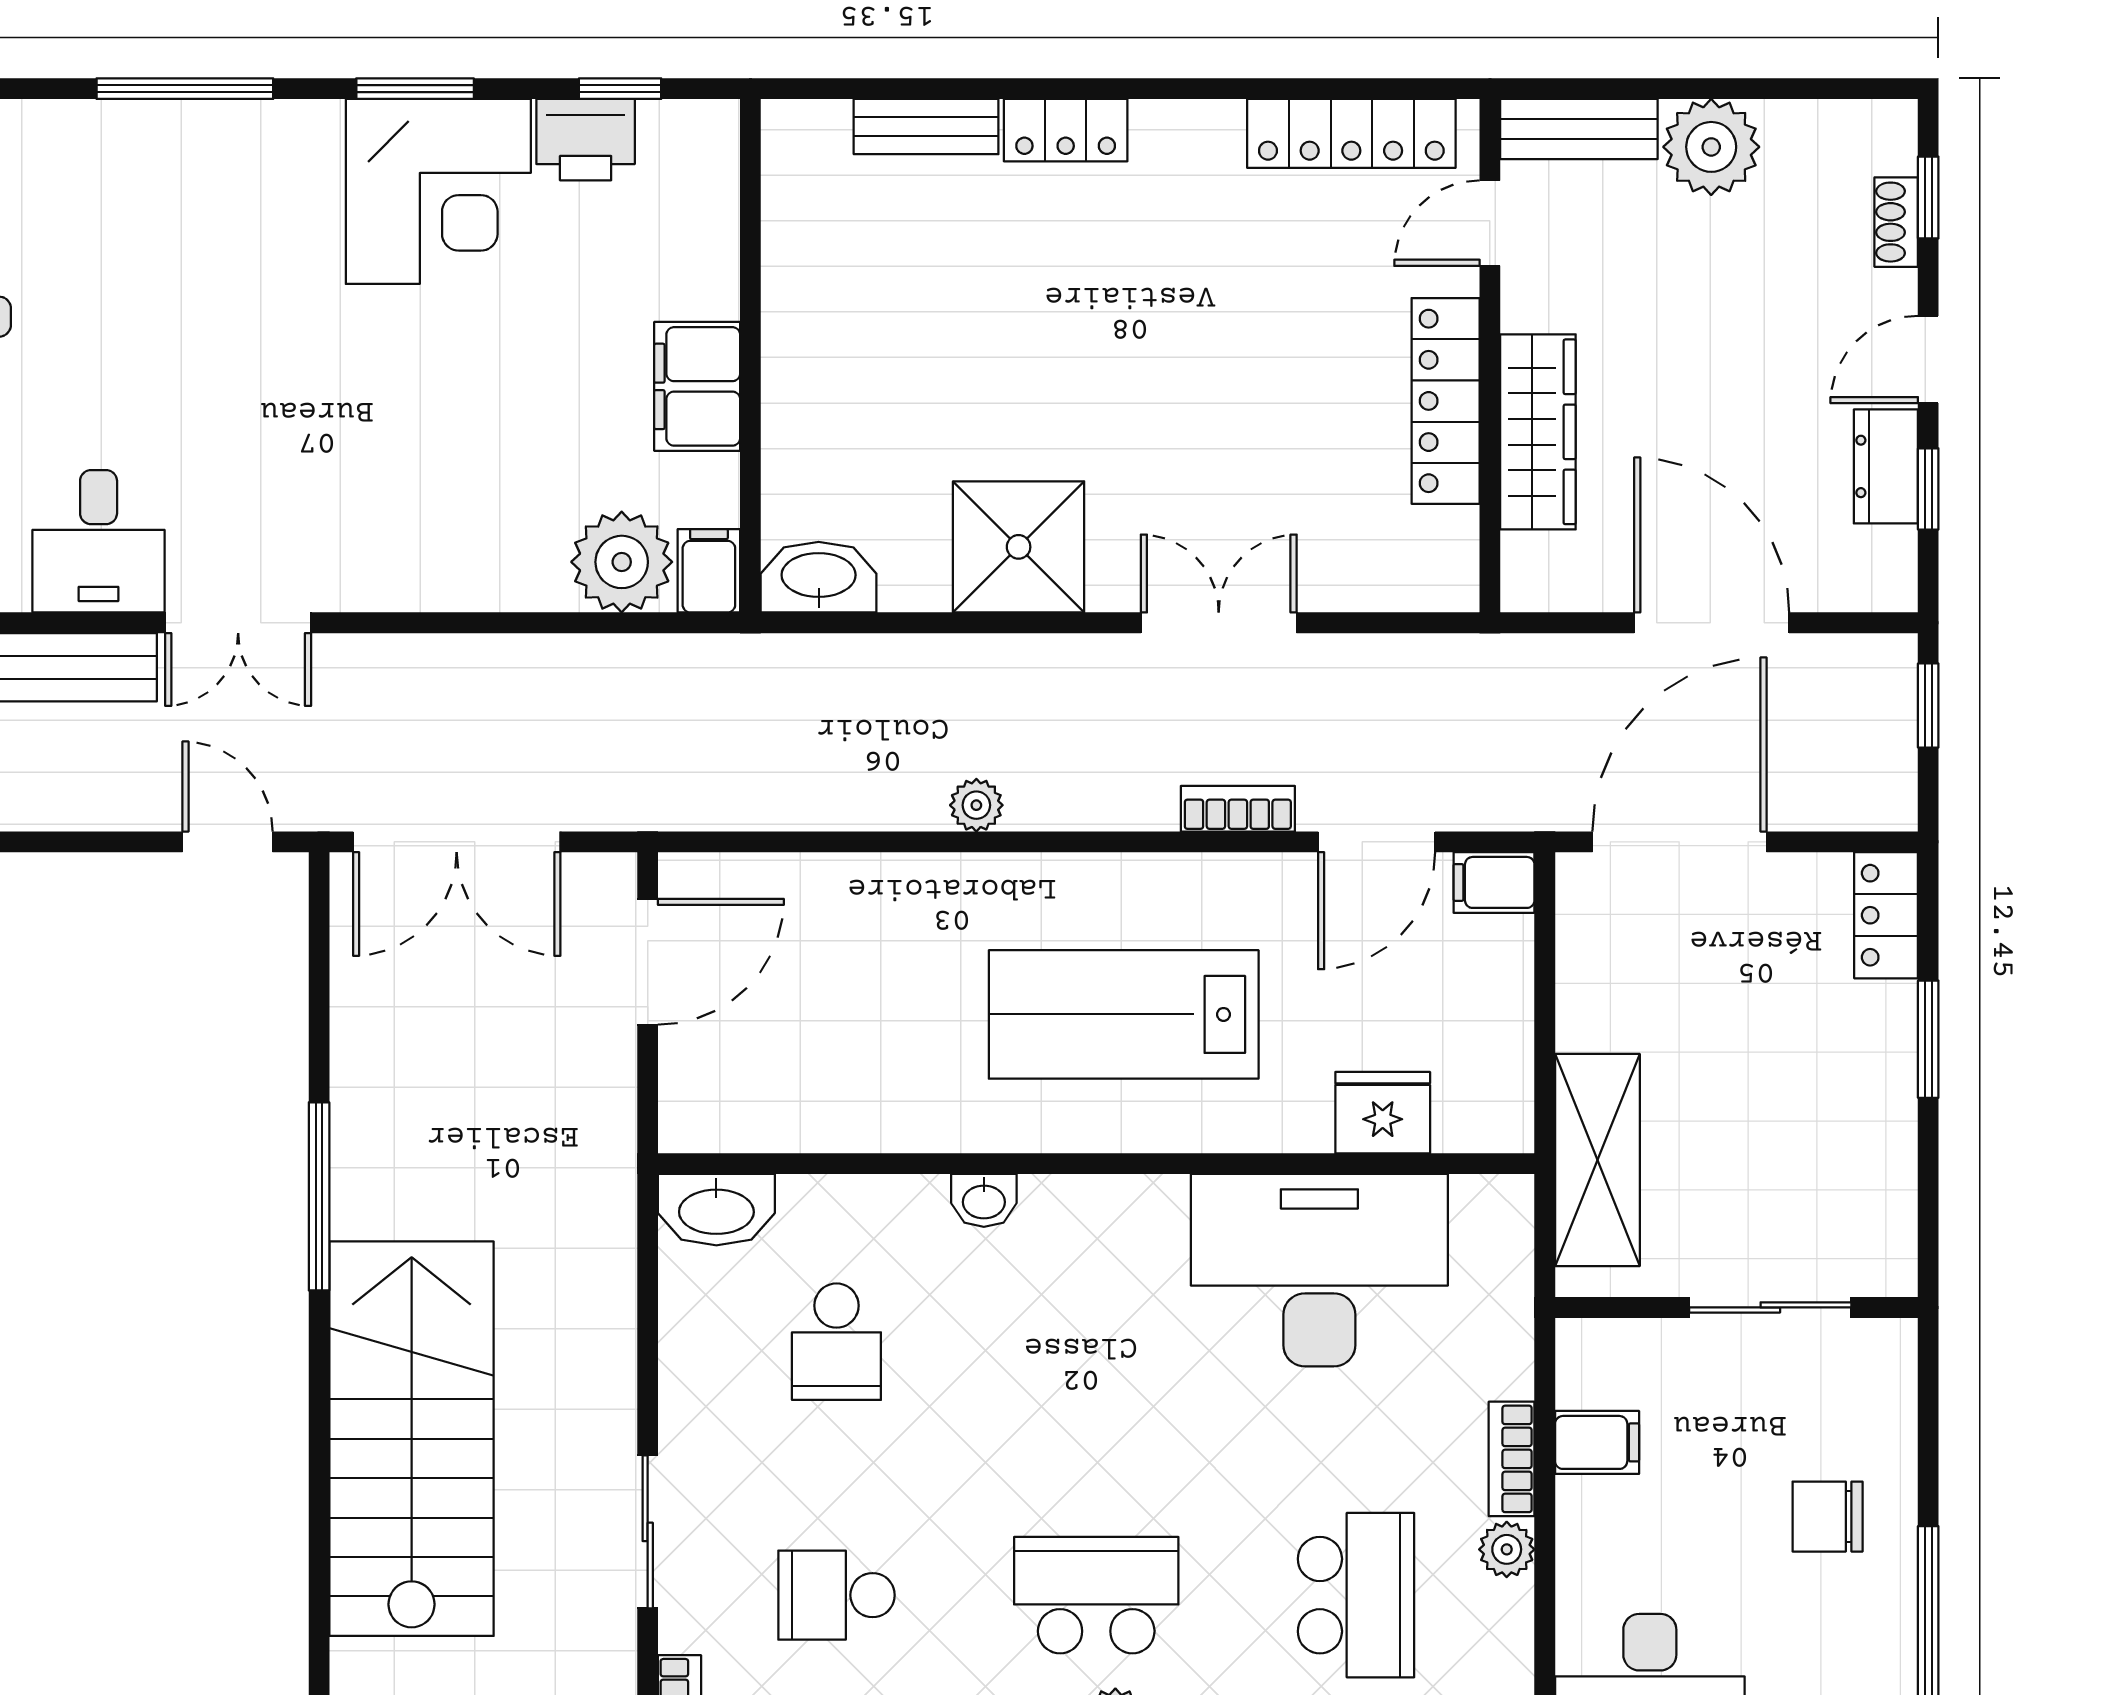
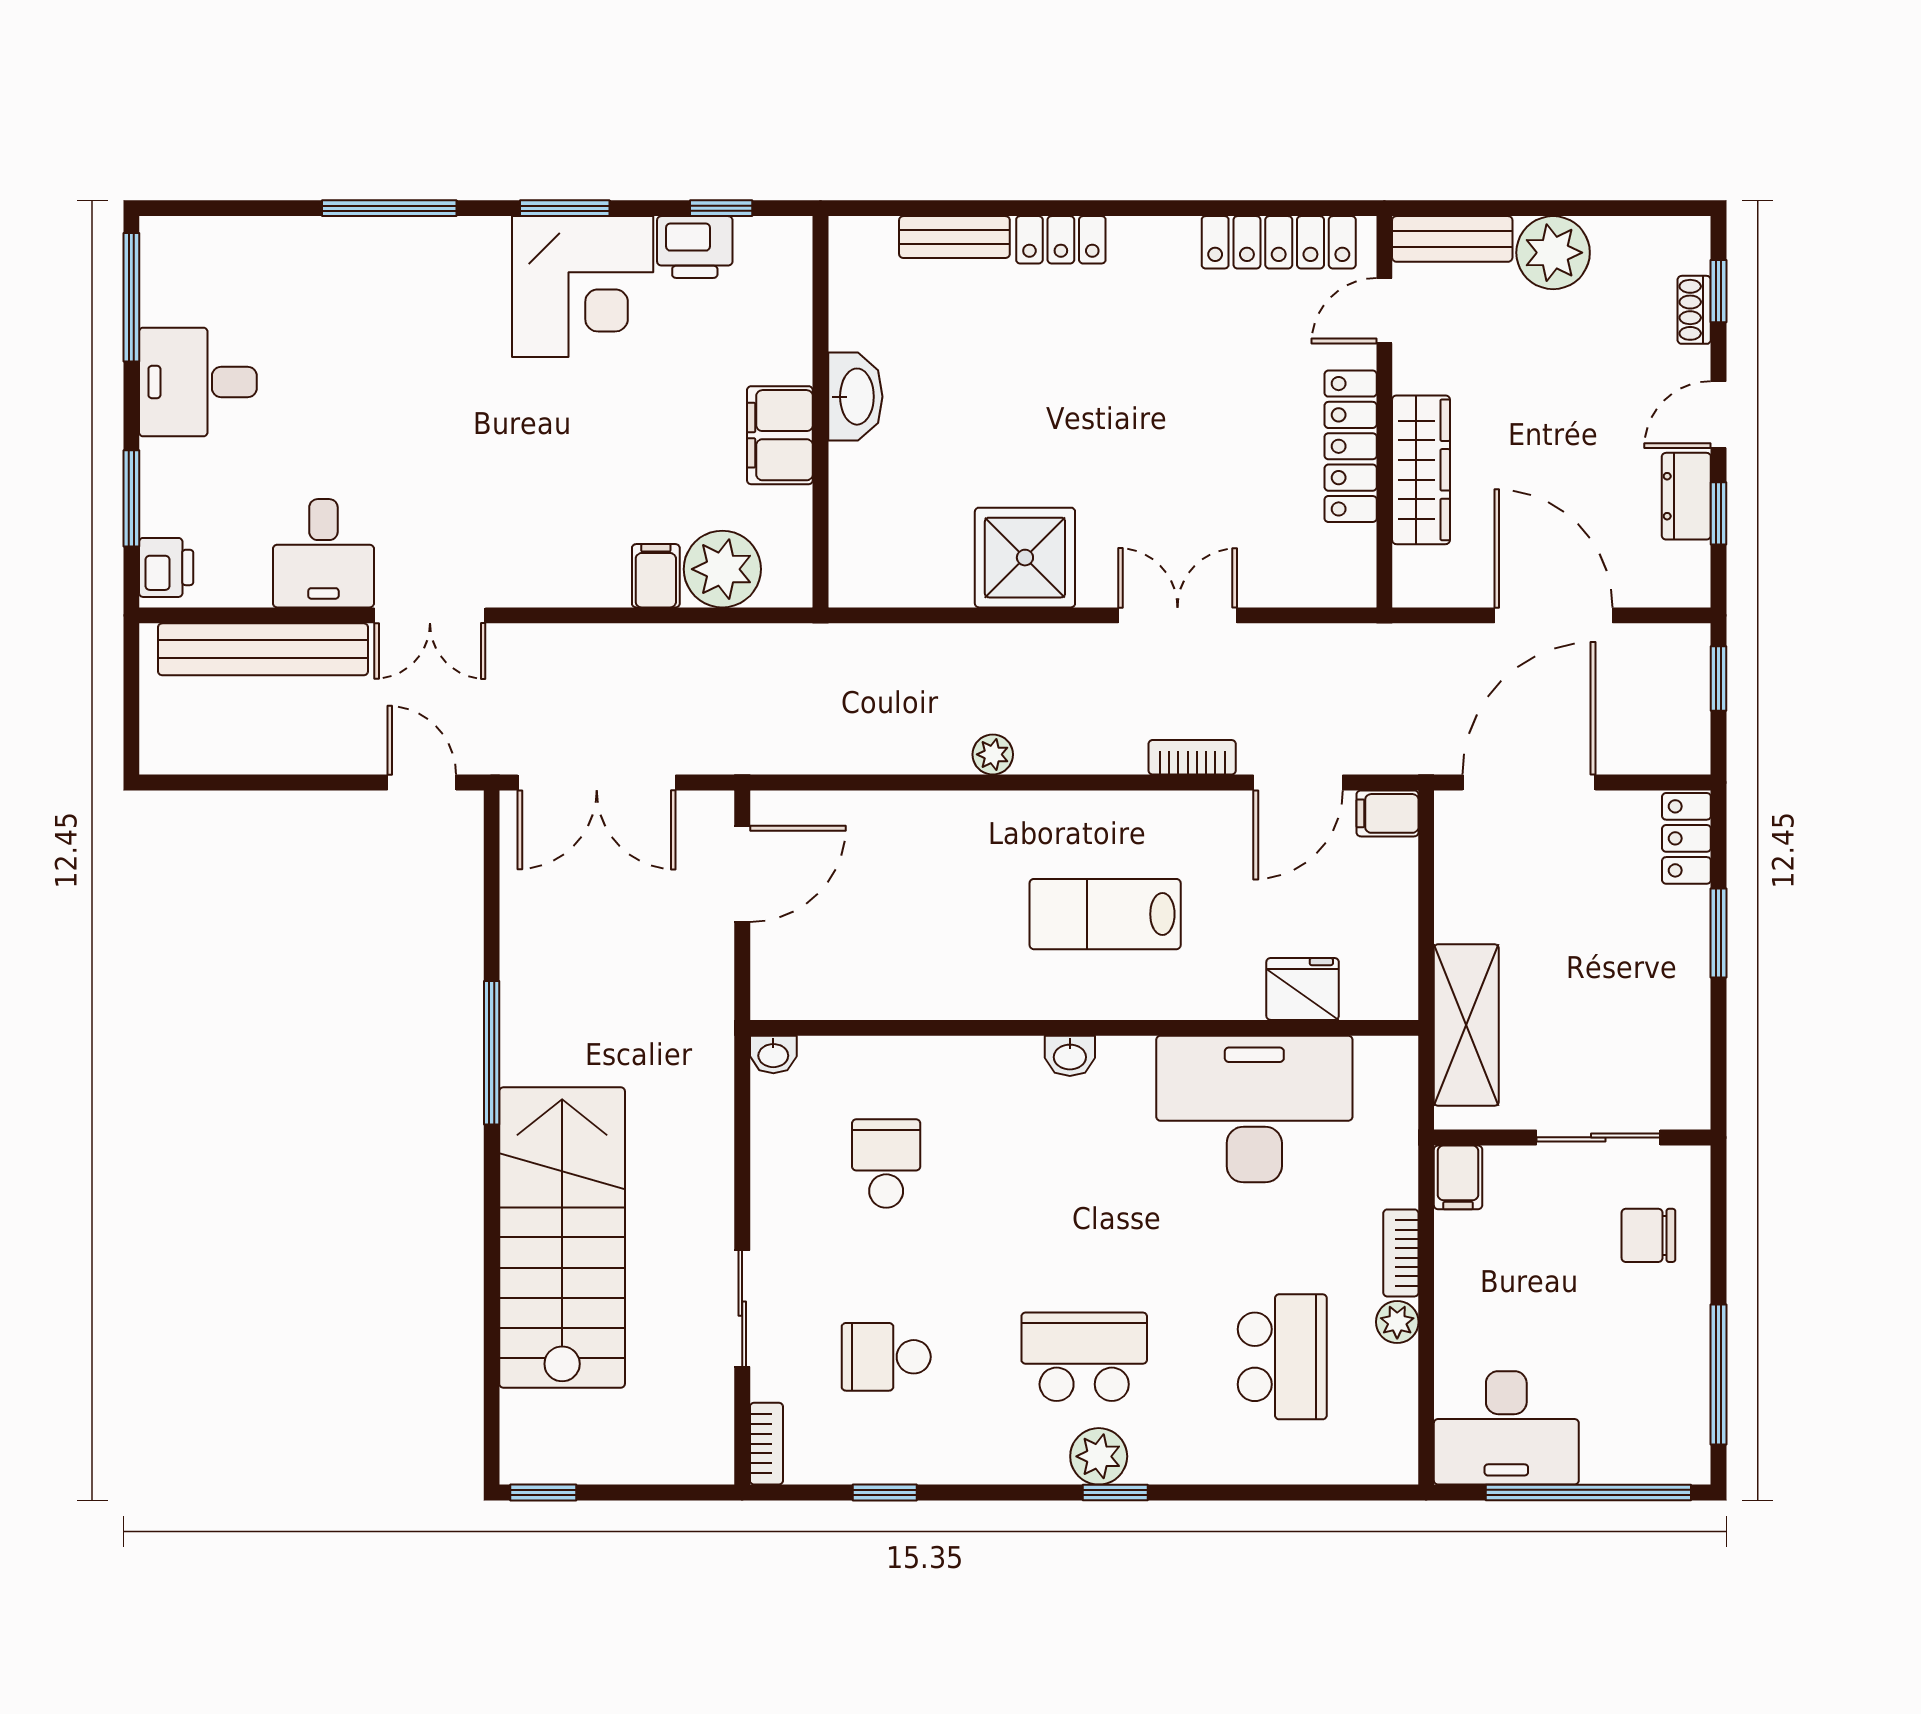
filing cabinet: (709, 571) -> (656, 576), moved
washbasin: (819, 577) -> (855, 397), moved, turned 90
lab bench: (1124, 1014) -> (1105, 914), width x0.73, depth x0.72
washbasin: (984, 1200) -> (1070, 1056), moved
washbasin: (716, 1210) -> (773, 1054), width x0.52, depth x0.69
school desk: (836, 1342) -> (886, 1164), turned 180
filing cabinet: (1597, 1442) -> (1458, 1177), moved, turned 90
chair: (1828, 1517) -> (1648, 1235), moved

